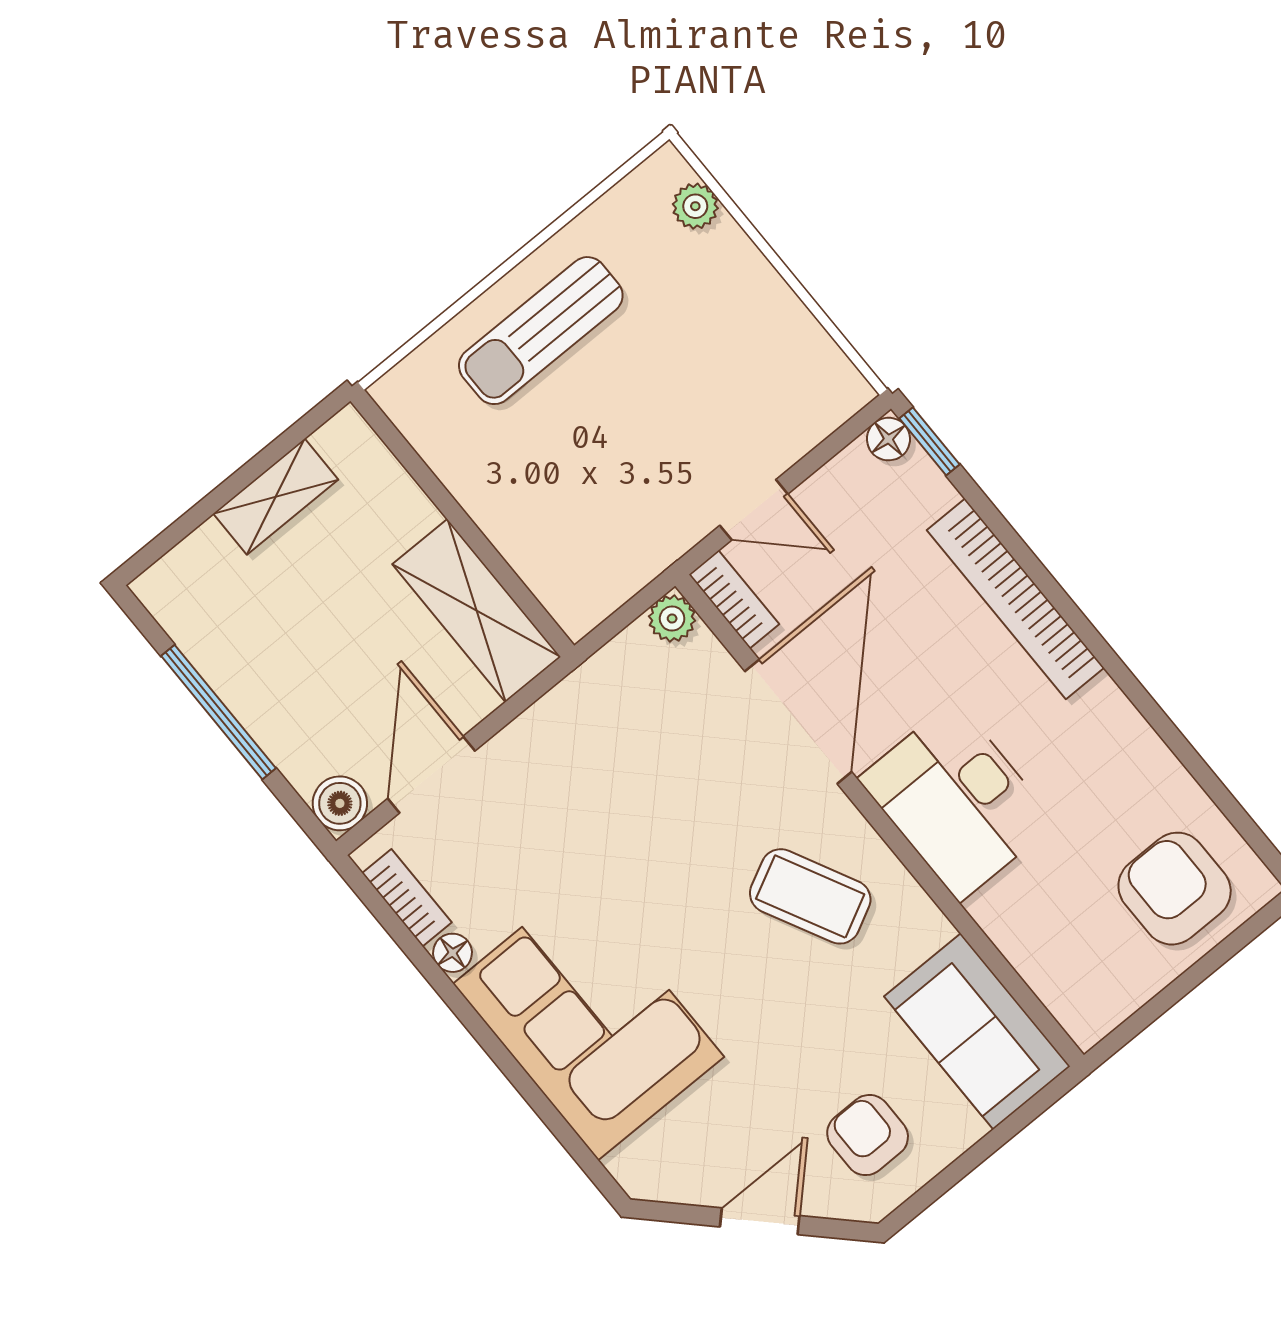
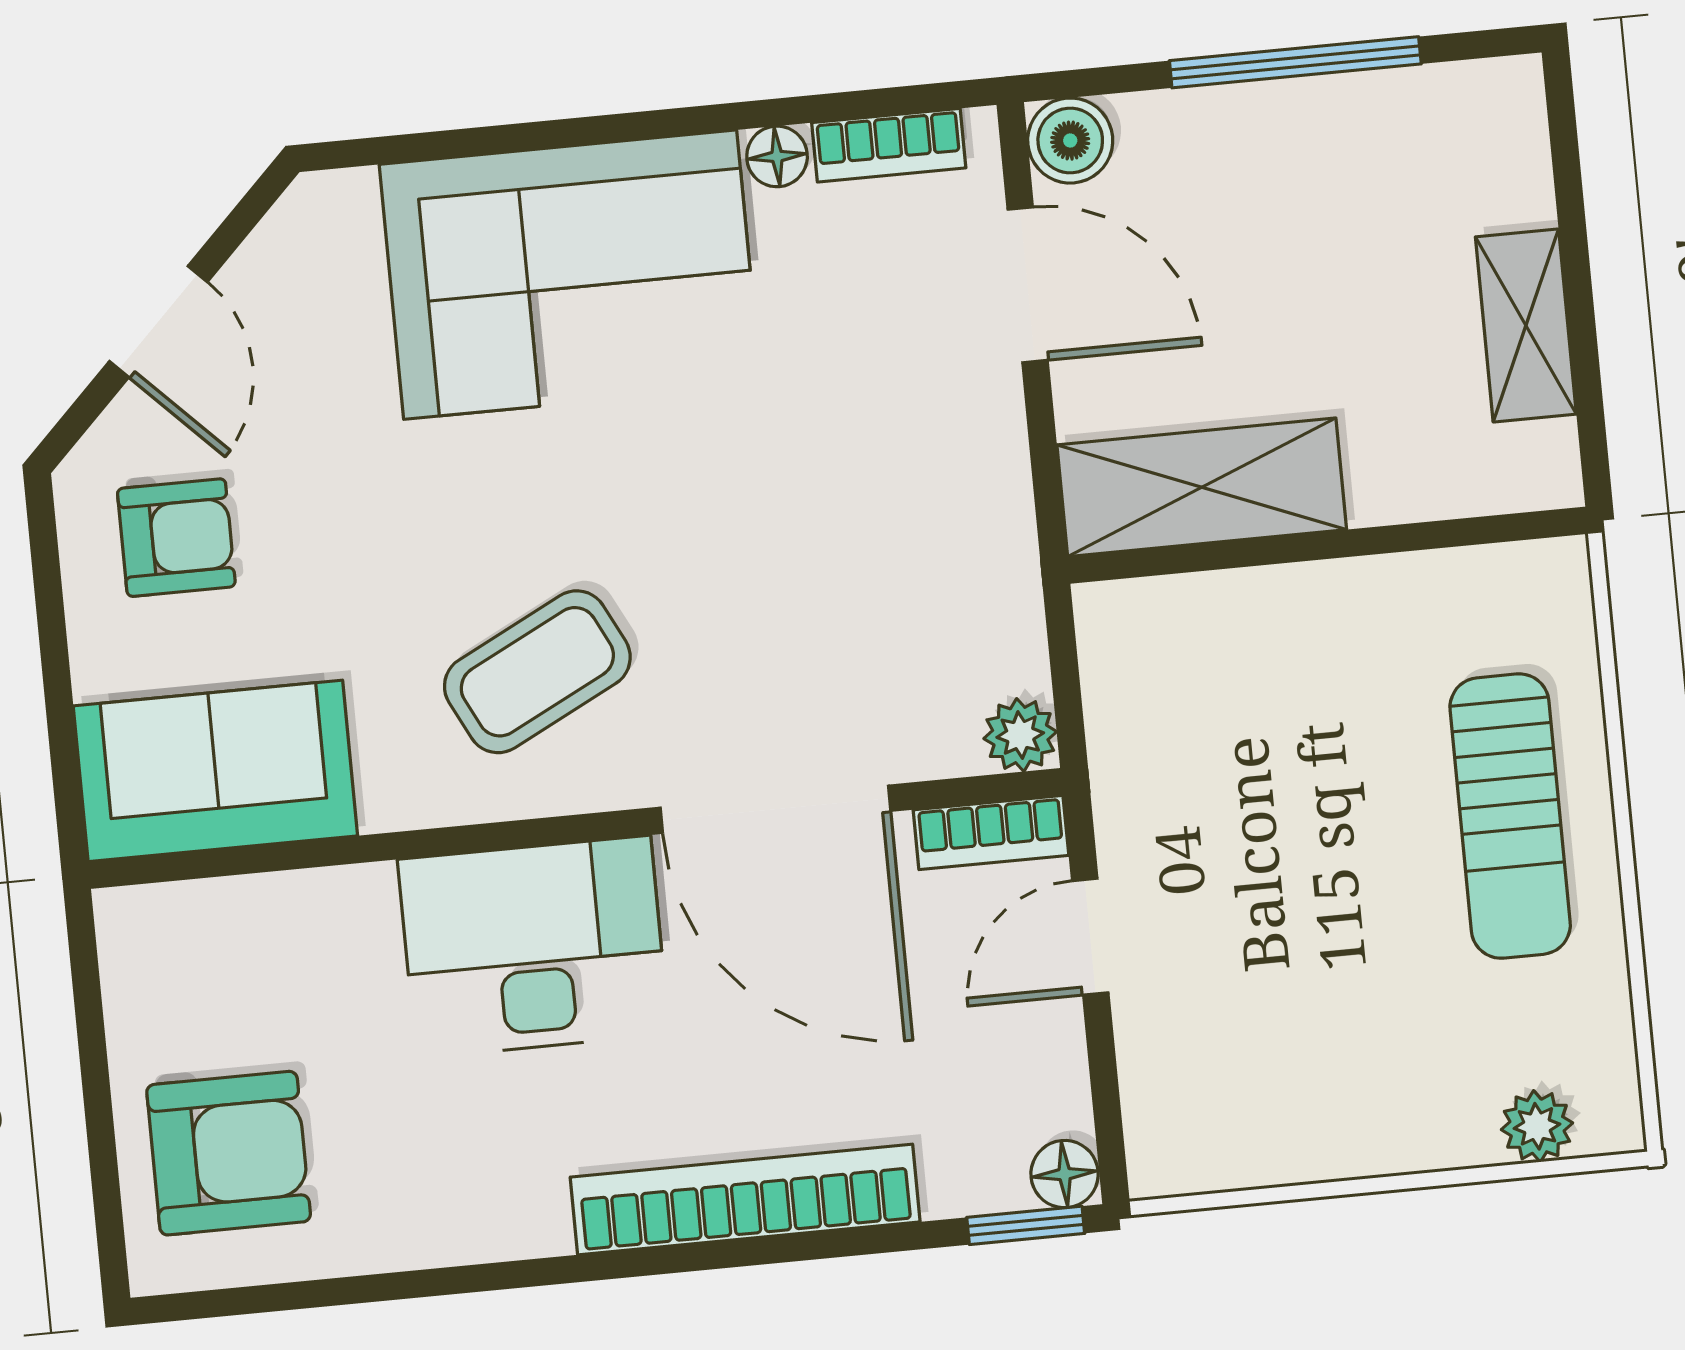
sun lounger: (541, 331) -> (1510, 816), turned 180

